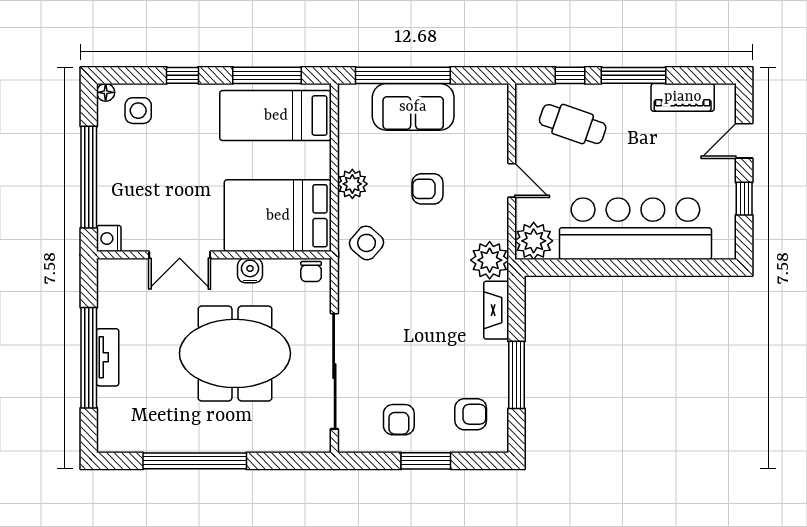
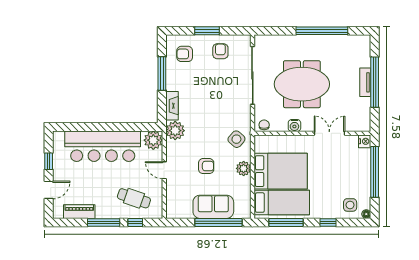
bed: (278, 216) -> (281, 171), moved

